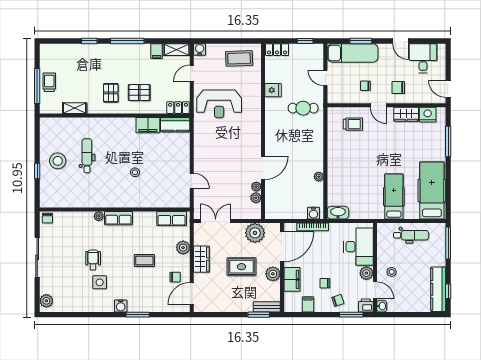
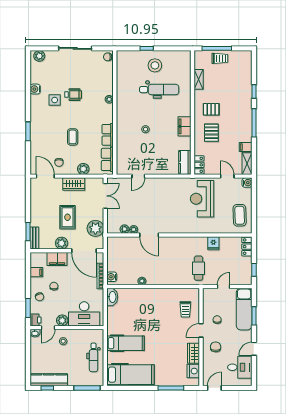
filing cabinet: (148, 125) -> (184, 126), moved
dental chair: (87, 156) -> (159, 90), width x1.36, depth x1.38
row of seats: (118, 218) -> (108, 135), moved
water cooler: (121, 306) -> (35, 89), moved

